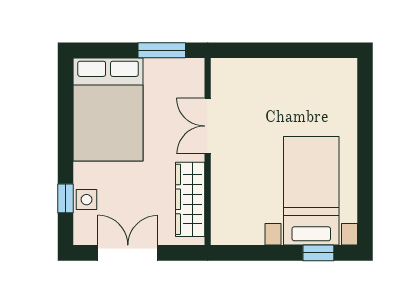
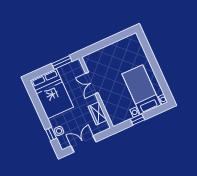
wardrobe: (190, 199) -> (98, 113), width x0.67
window: (318, 253) -> (137, 119), moved

